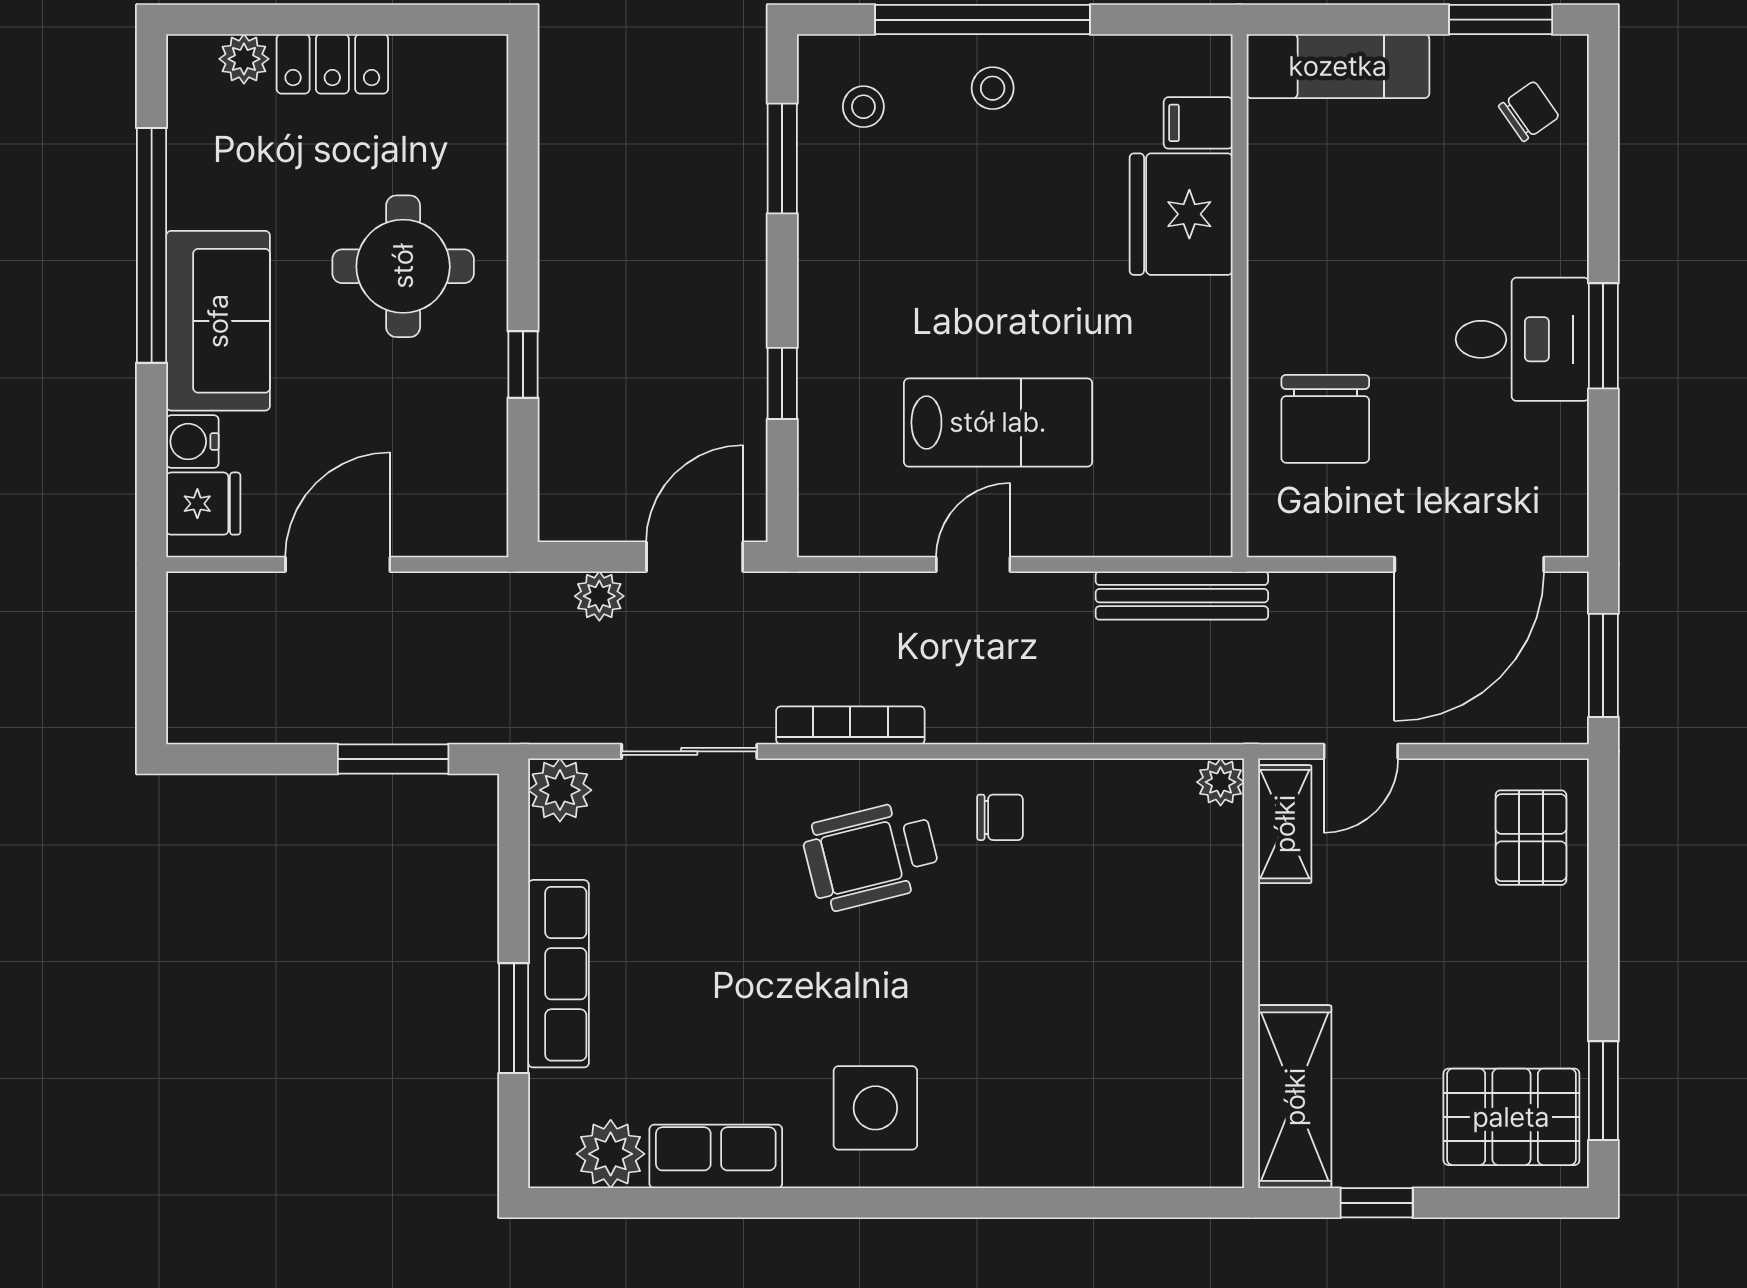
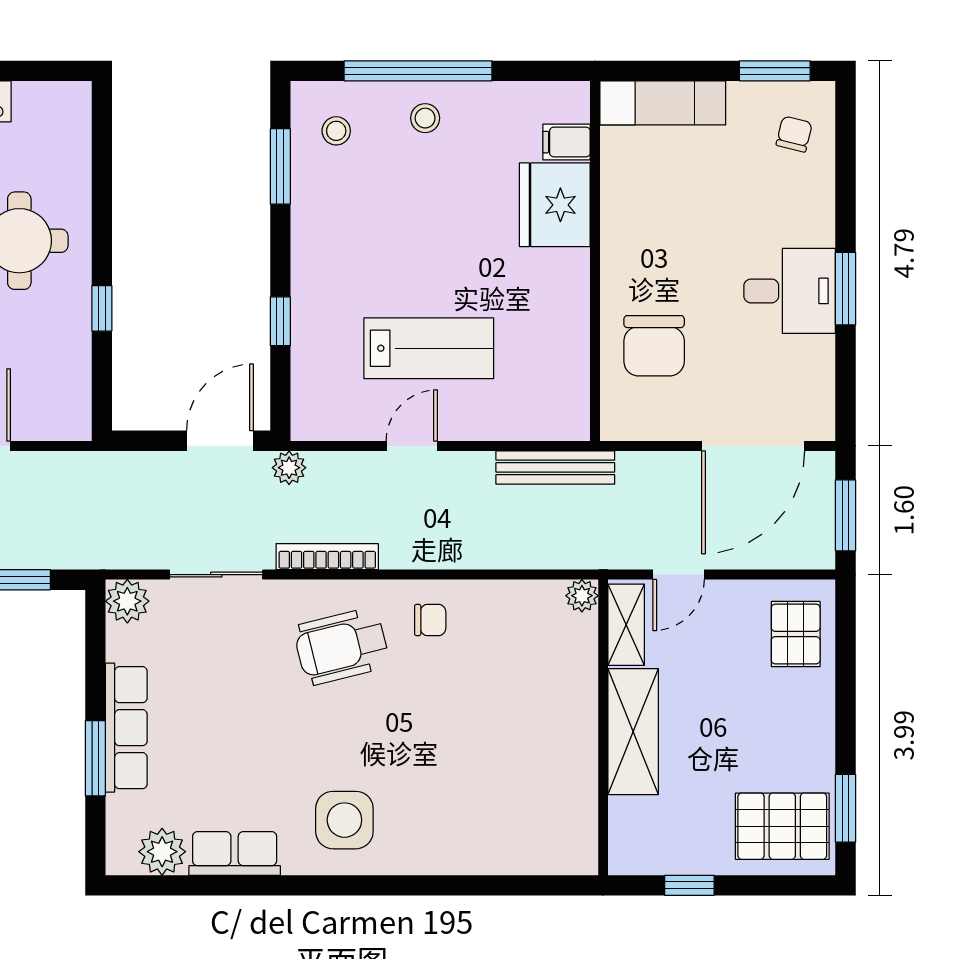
chair: (1529, 111) -> (794, 134), turned -41
plant: (599, 596) -> (289, 468), moved
shelving: (1295, 1097) -> (633, 732), moved

